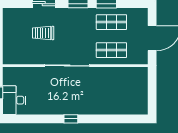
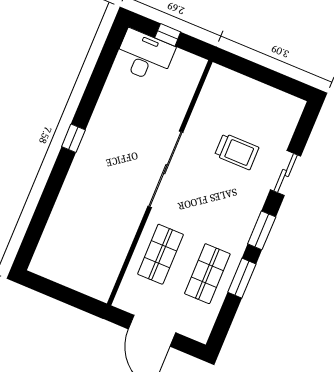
trolley: (43, 33) -> (237, 151), turned 90

